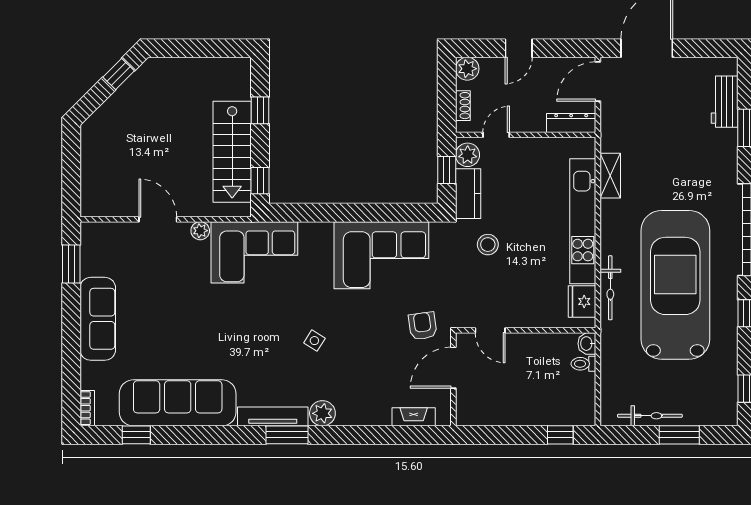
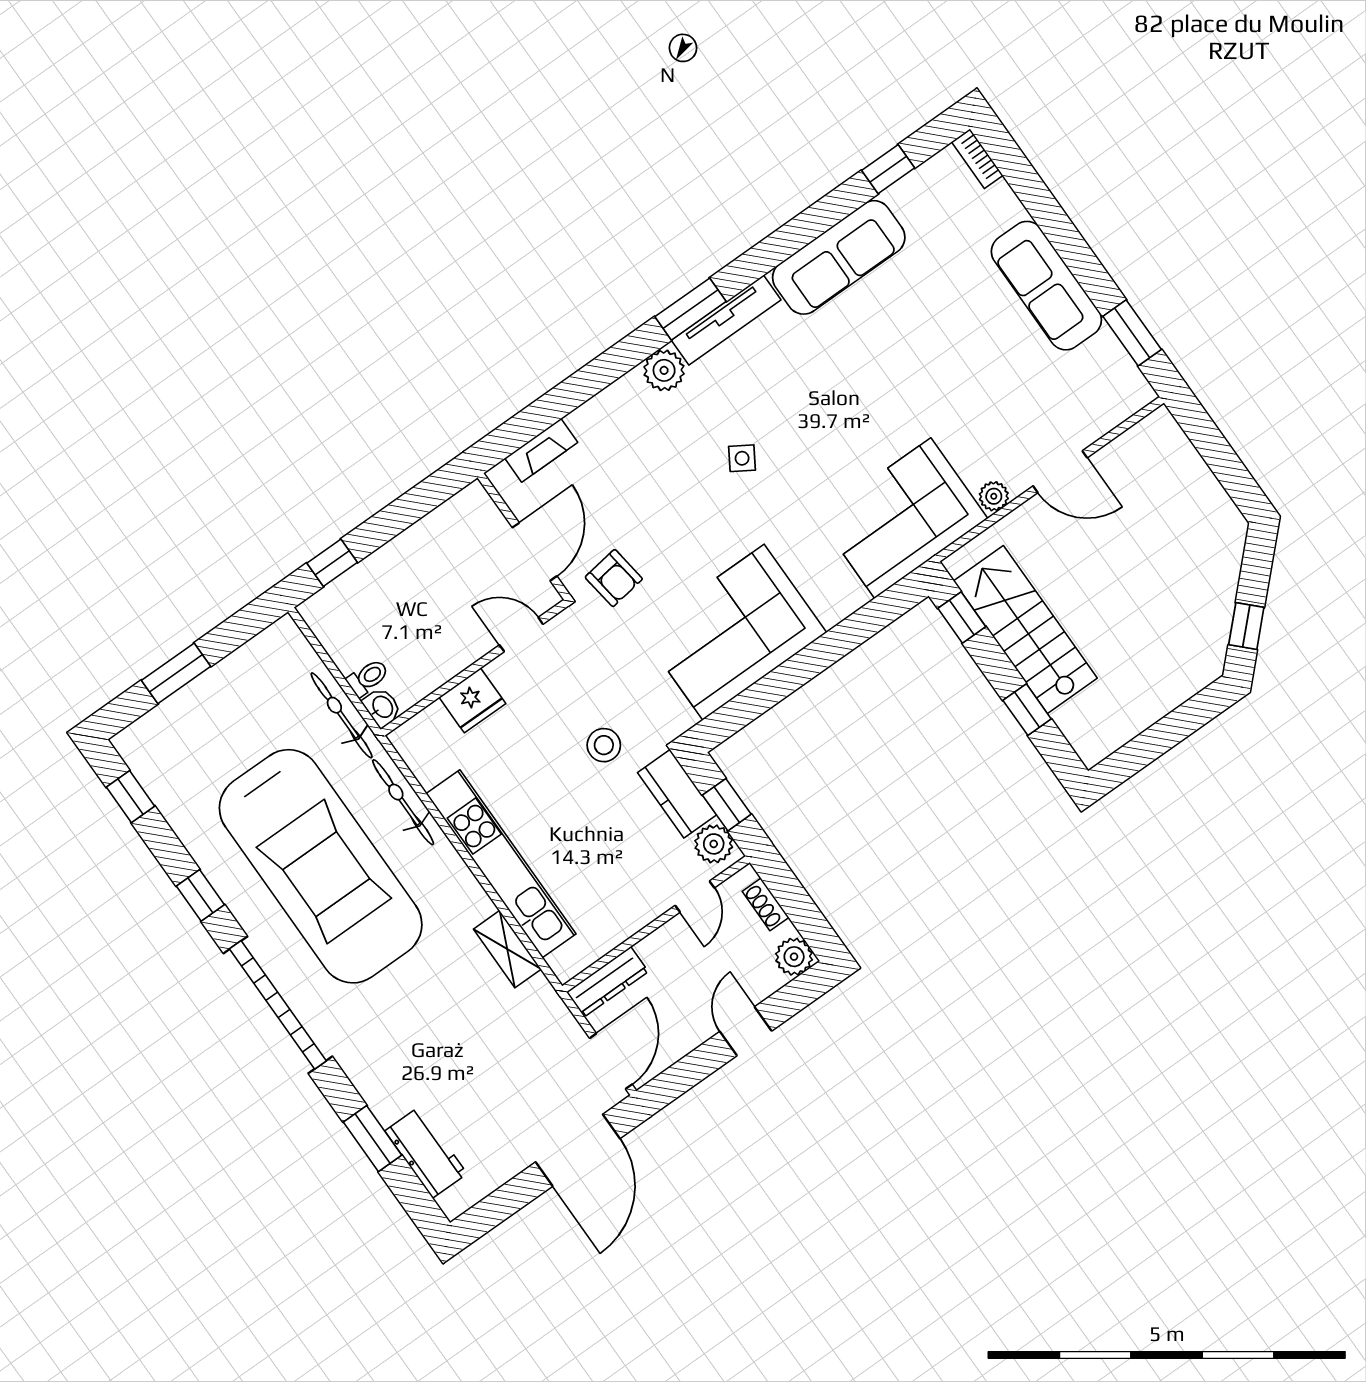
fridge: (582, 301) -> (472, 700), moved, turned 90
sofa: (178, 403) -> (839, 257), width x0.74, depth x0.79
bicycle: (650, 416) -> (342, 715), moved, turned 90

